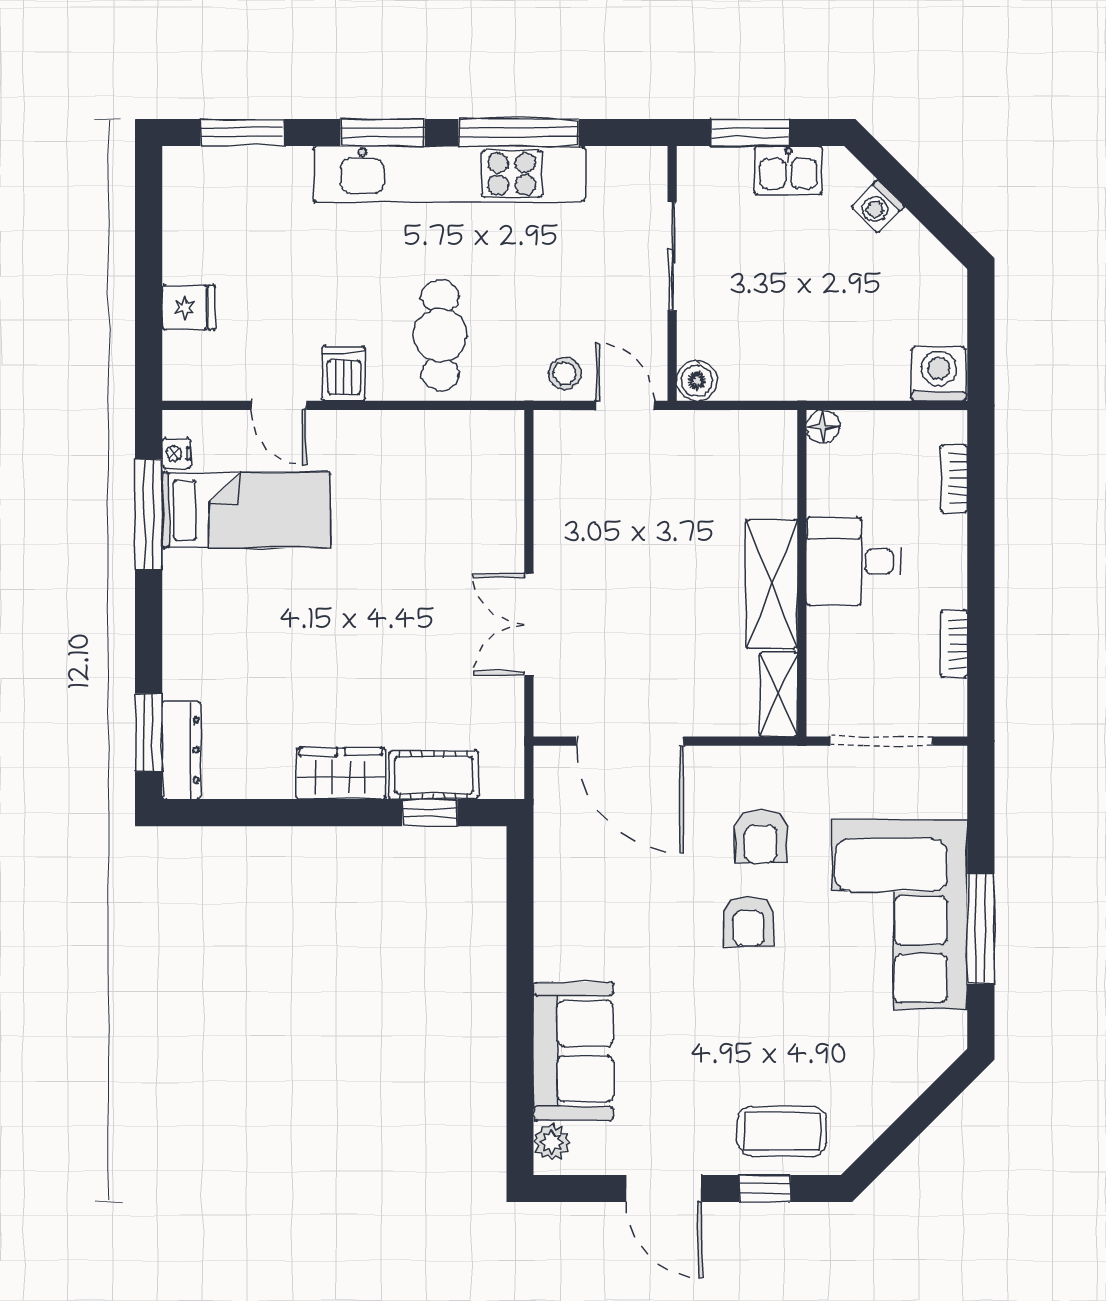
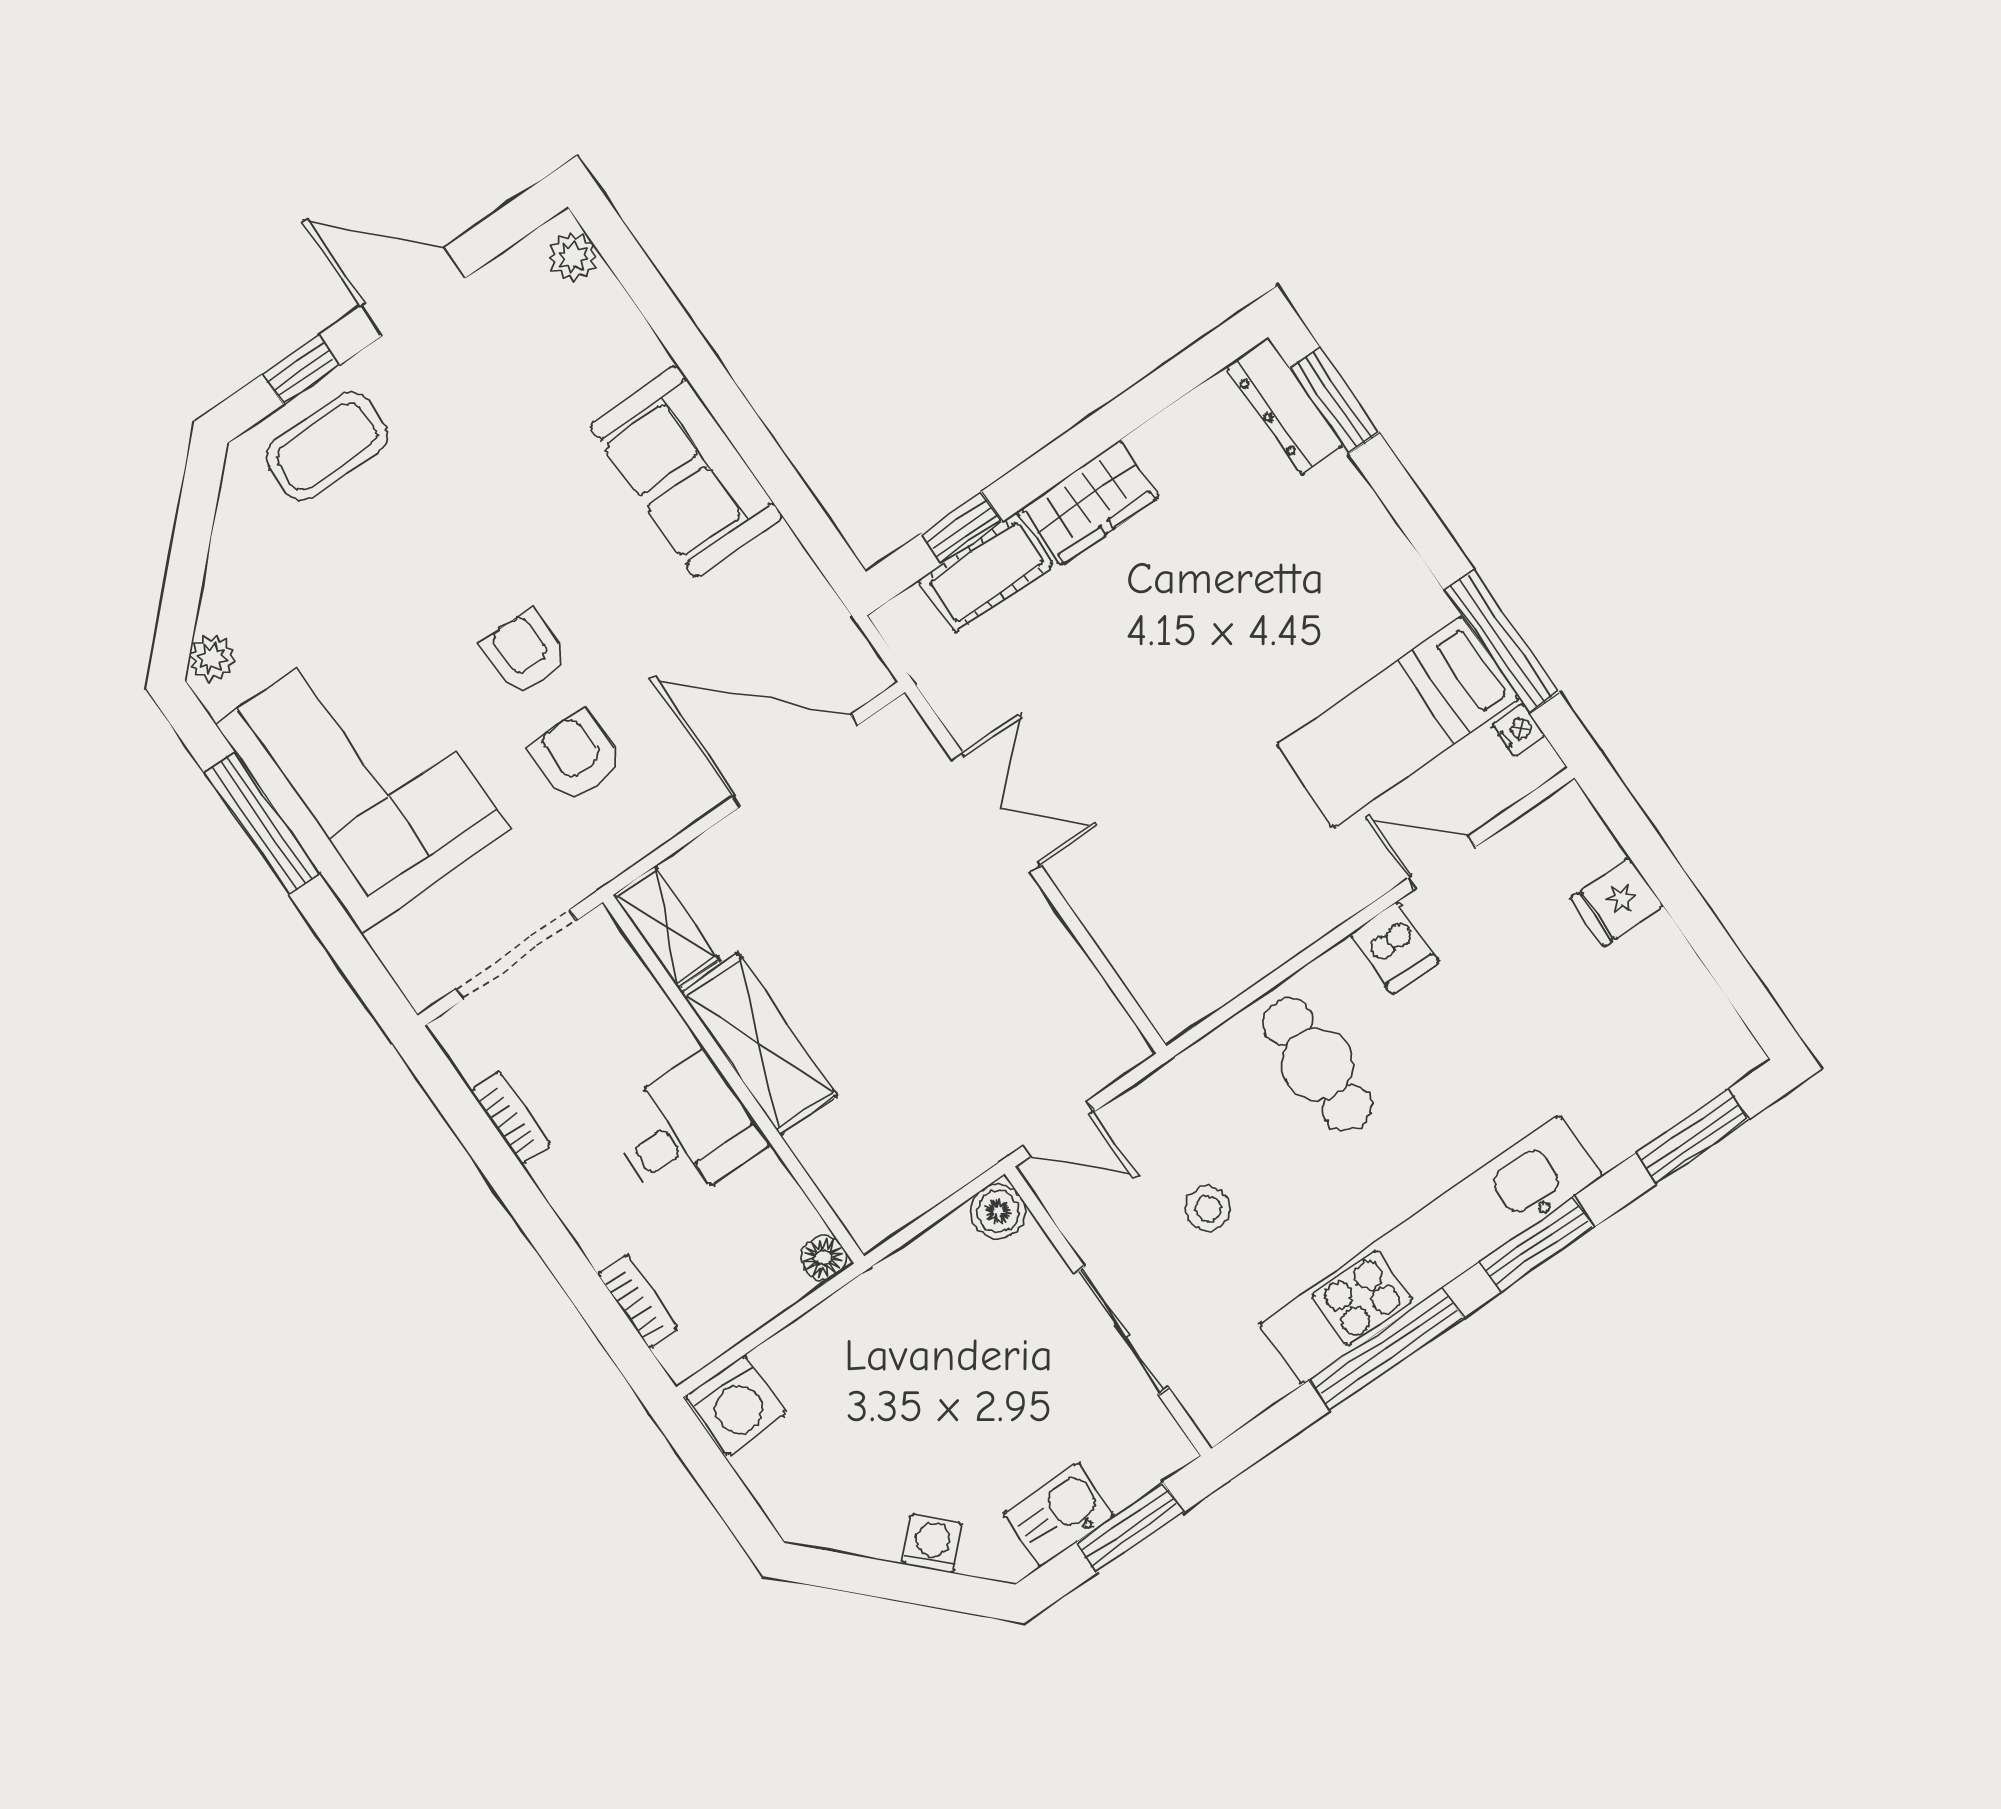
stool: (565, 374) -> (1208, 1209), moved
plant: (941, 1050) -> (212, 658), added
sofa: (573, 1051) -> (686, 471), moved

